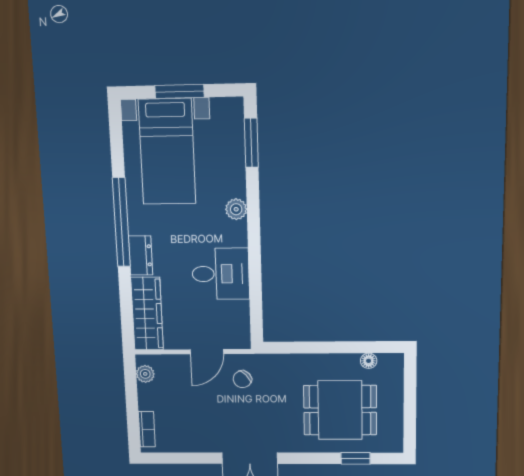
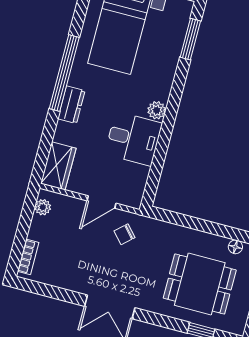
plant: (236, 209) -> (157, 110), moved
wardrobe: (147, 314) -> (58, 166), width x0.67

